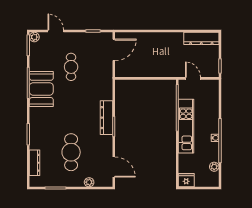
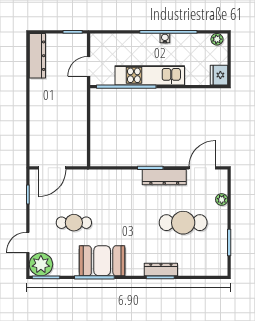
plant: (34, 37) -> (41, 264), width x1.88, depth x1.88
door: (114, 50) -> (52, 168), swing flipped
dresser: (107, 118) -> (164, 177), moved
dresser: (35, 163) -> (161, 269), moved
plant: (214, 167) -> (217, 39), moved

